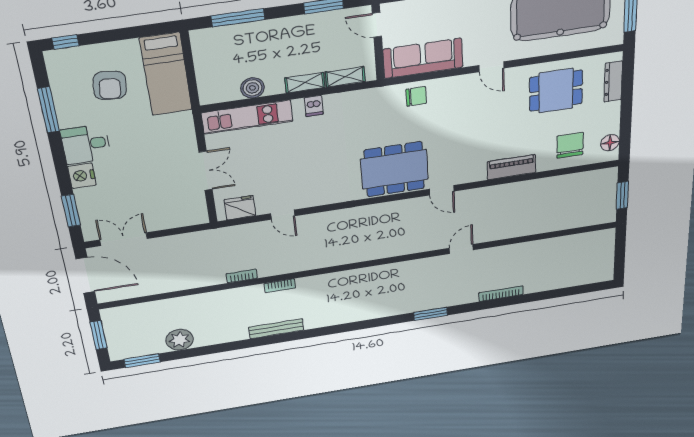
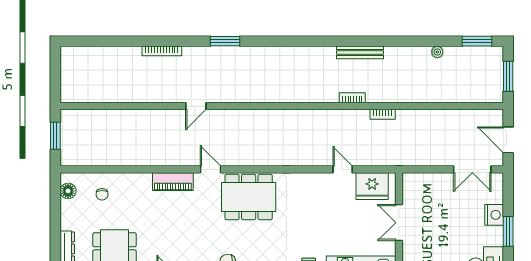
chair: (570, 145) -> (102, 194), width x0.54, depth x0.54
piano: (512, 167) -> (173, 182), moved
nightstand: (82, 176) -> (494, 215), moved
fridge: (240, 208) -> (372, 186), width x1.36, depth x1.34
window: (71, 211) -> (508, 231), moved
door: (85, 275) -> (508, 140), width x0.73
plant: (180, 340) -> (437, 52), width x0.53, depth x0.53

